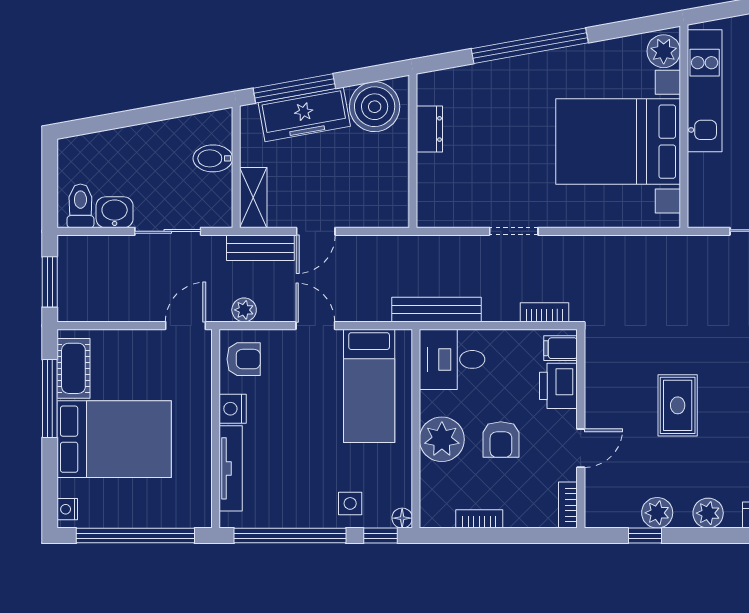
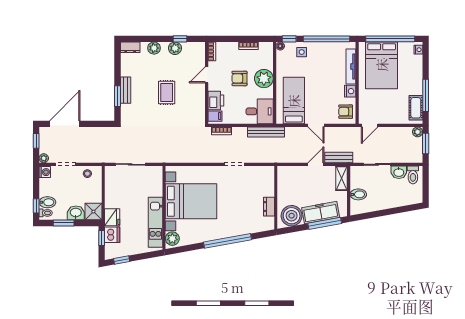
plant: (244, 310) -> (418, 132), moved
bed: (114, 439) -> (382, 65), moved, turned -90
armchair: (501, 440) -> (239, 78), turned -90

